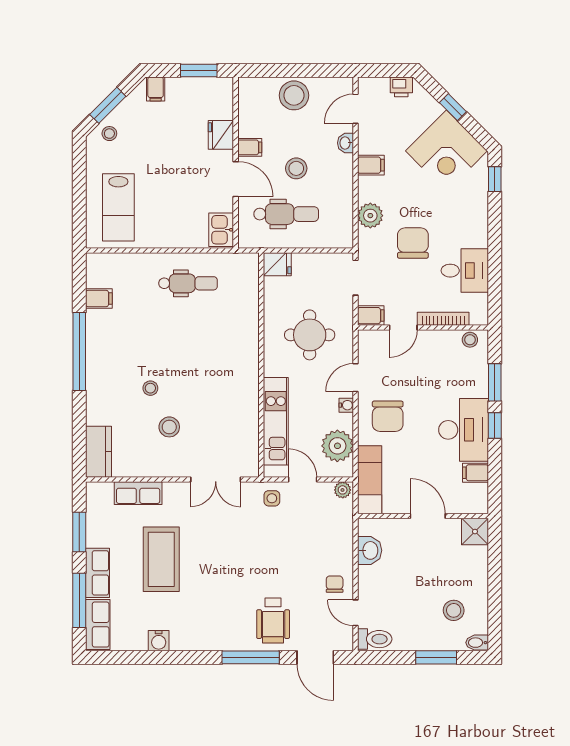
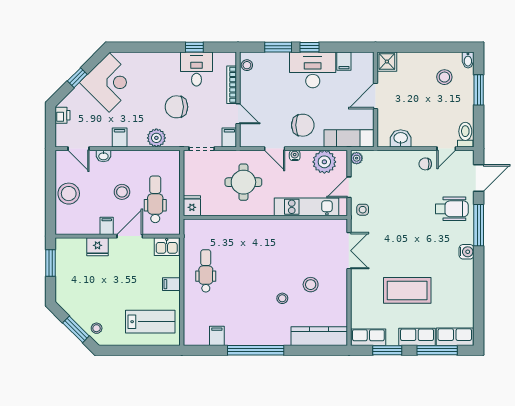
filing cabinet: (156, 89) -> (171, 284), moved, turned 180
window: (495, 179) -> (194, 47), moved
kitchen counter: (99, 452) -> (319, 336), width x1.50
row of seats: (138, 493) -> (368, 337), moved, turned -90
water cooler: (159, 641) -> (467, 252), moved

